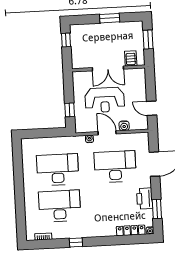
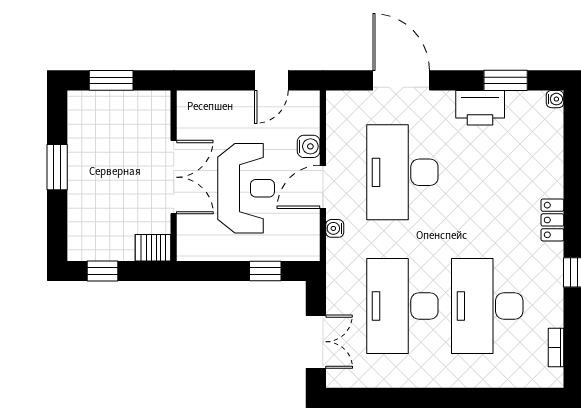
server rack: (131, 58) -> (153, 248), moved
double door: (40, 133) -> (316, 342), added
locker: (131, 230) -> (552, 220), moved, width x0.66

